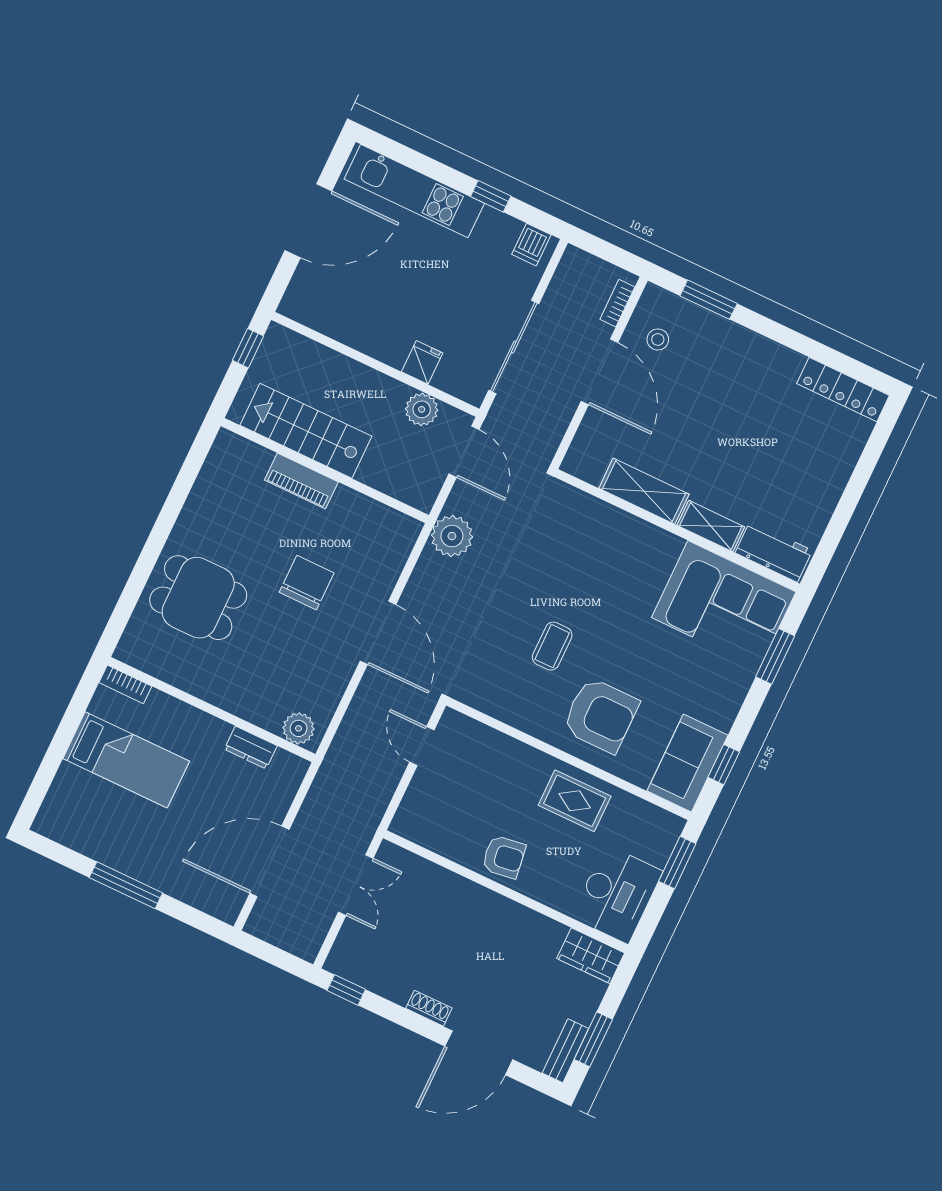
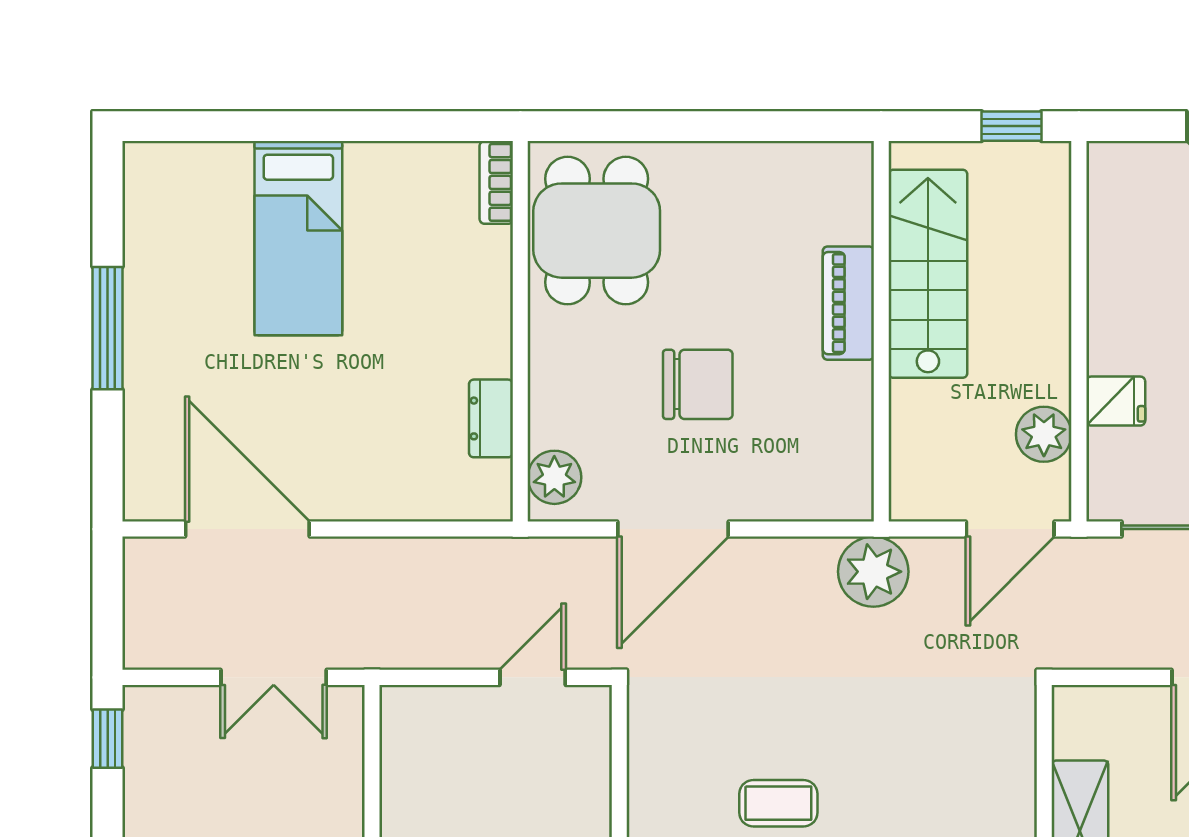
bookcase: (125, 684) -> (496, 182), moved
wall: (211, 709) -> (520, 331), moved
plant: (299, 728) -> (554, 477), moved
dresser: (251, 747) -> (491, 418), moved

